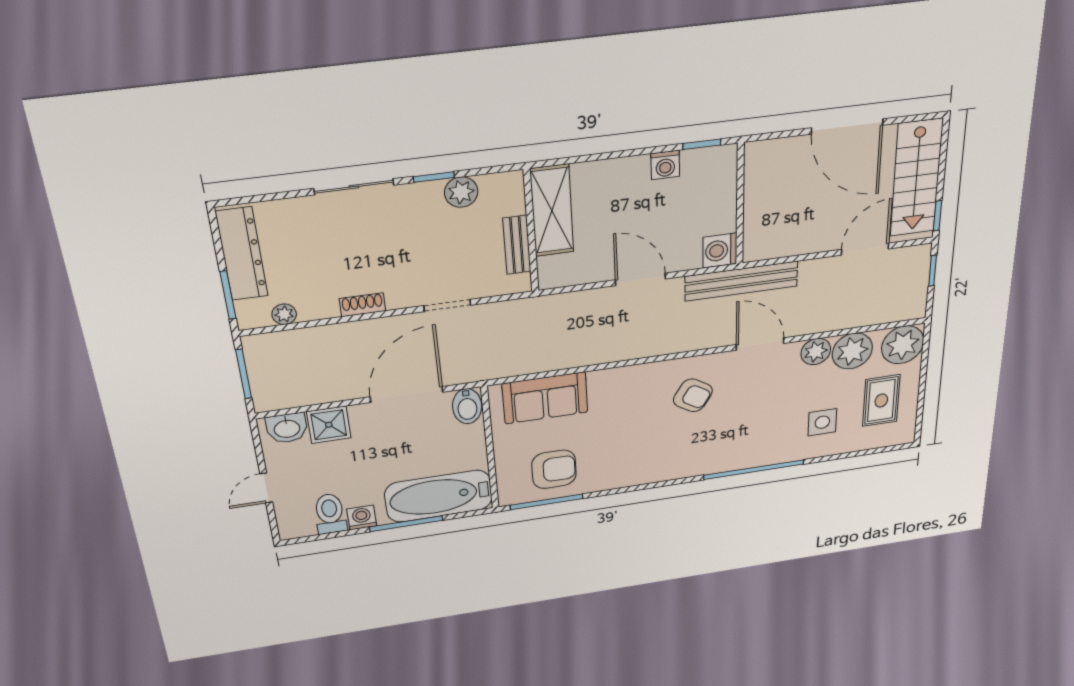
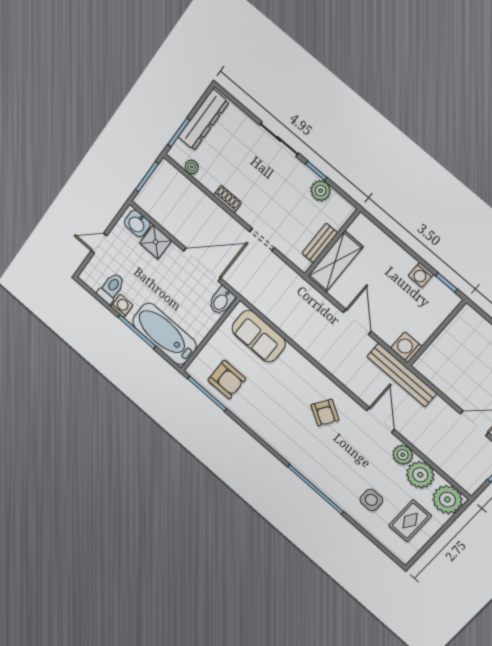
shelving: (552, 211) -> (335, 262), moved

